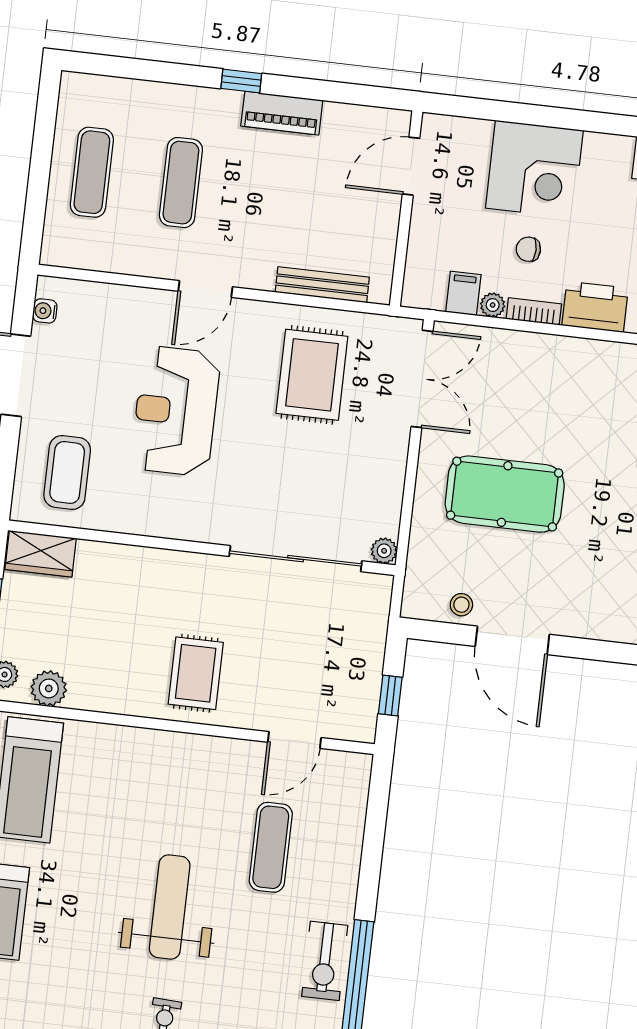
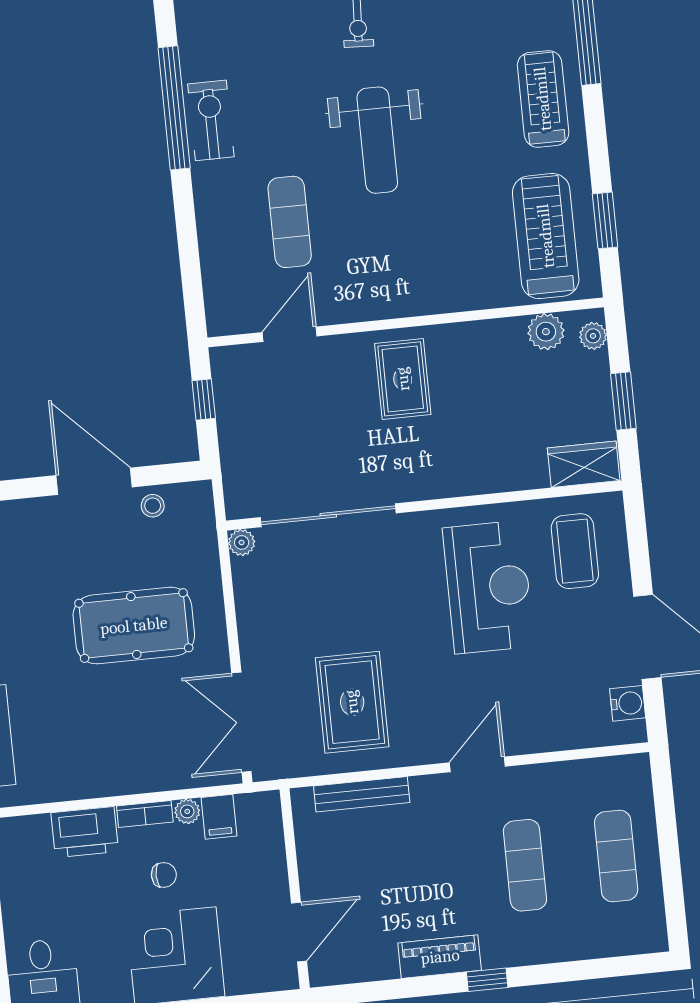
water cooler: (45, 311) -> (628, 703), width x1.38, depth x1.38
reception desk: (176, 411) -> (488, 587), moved

